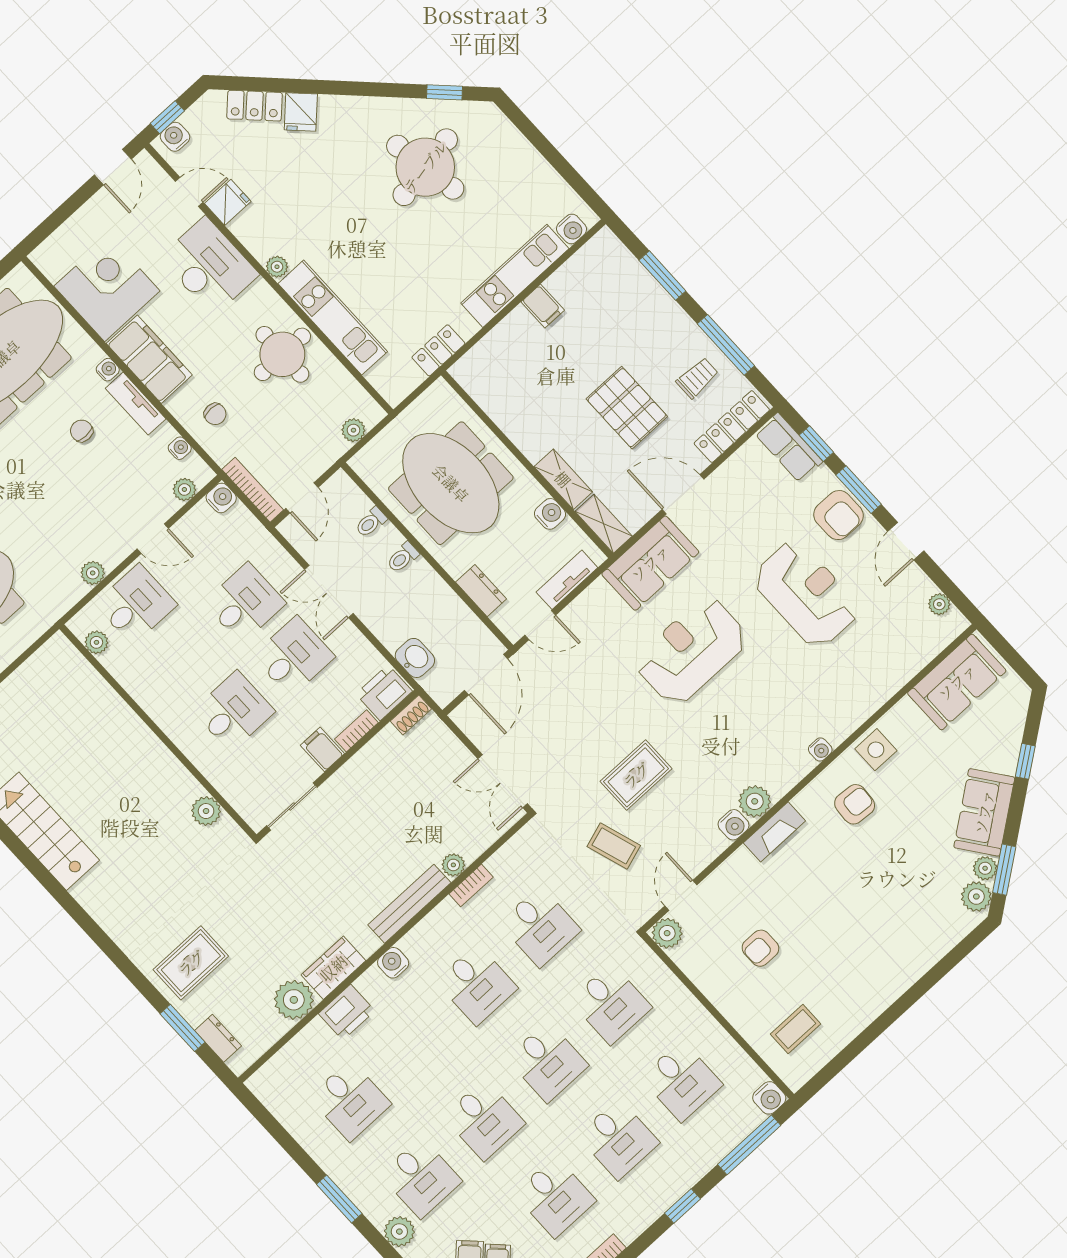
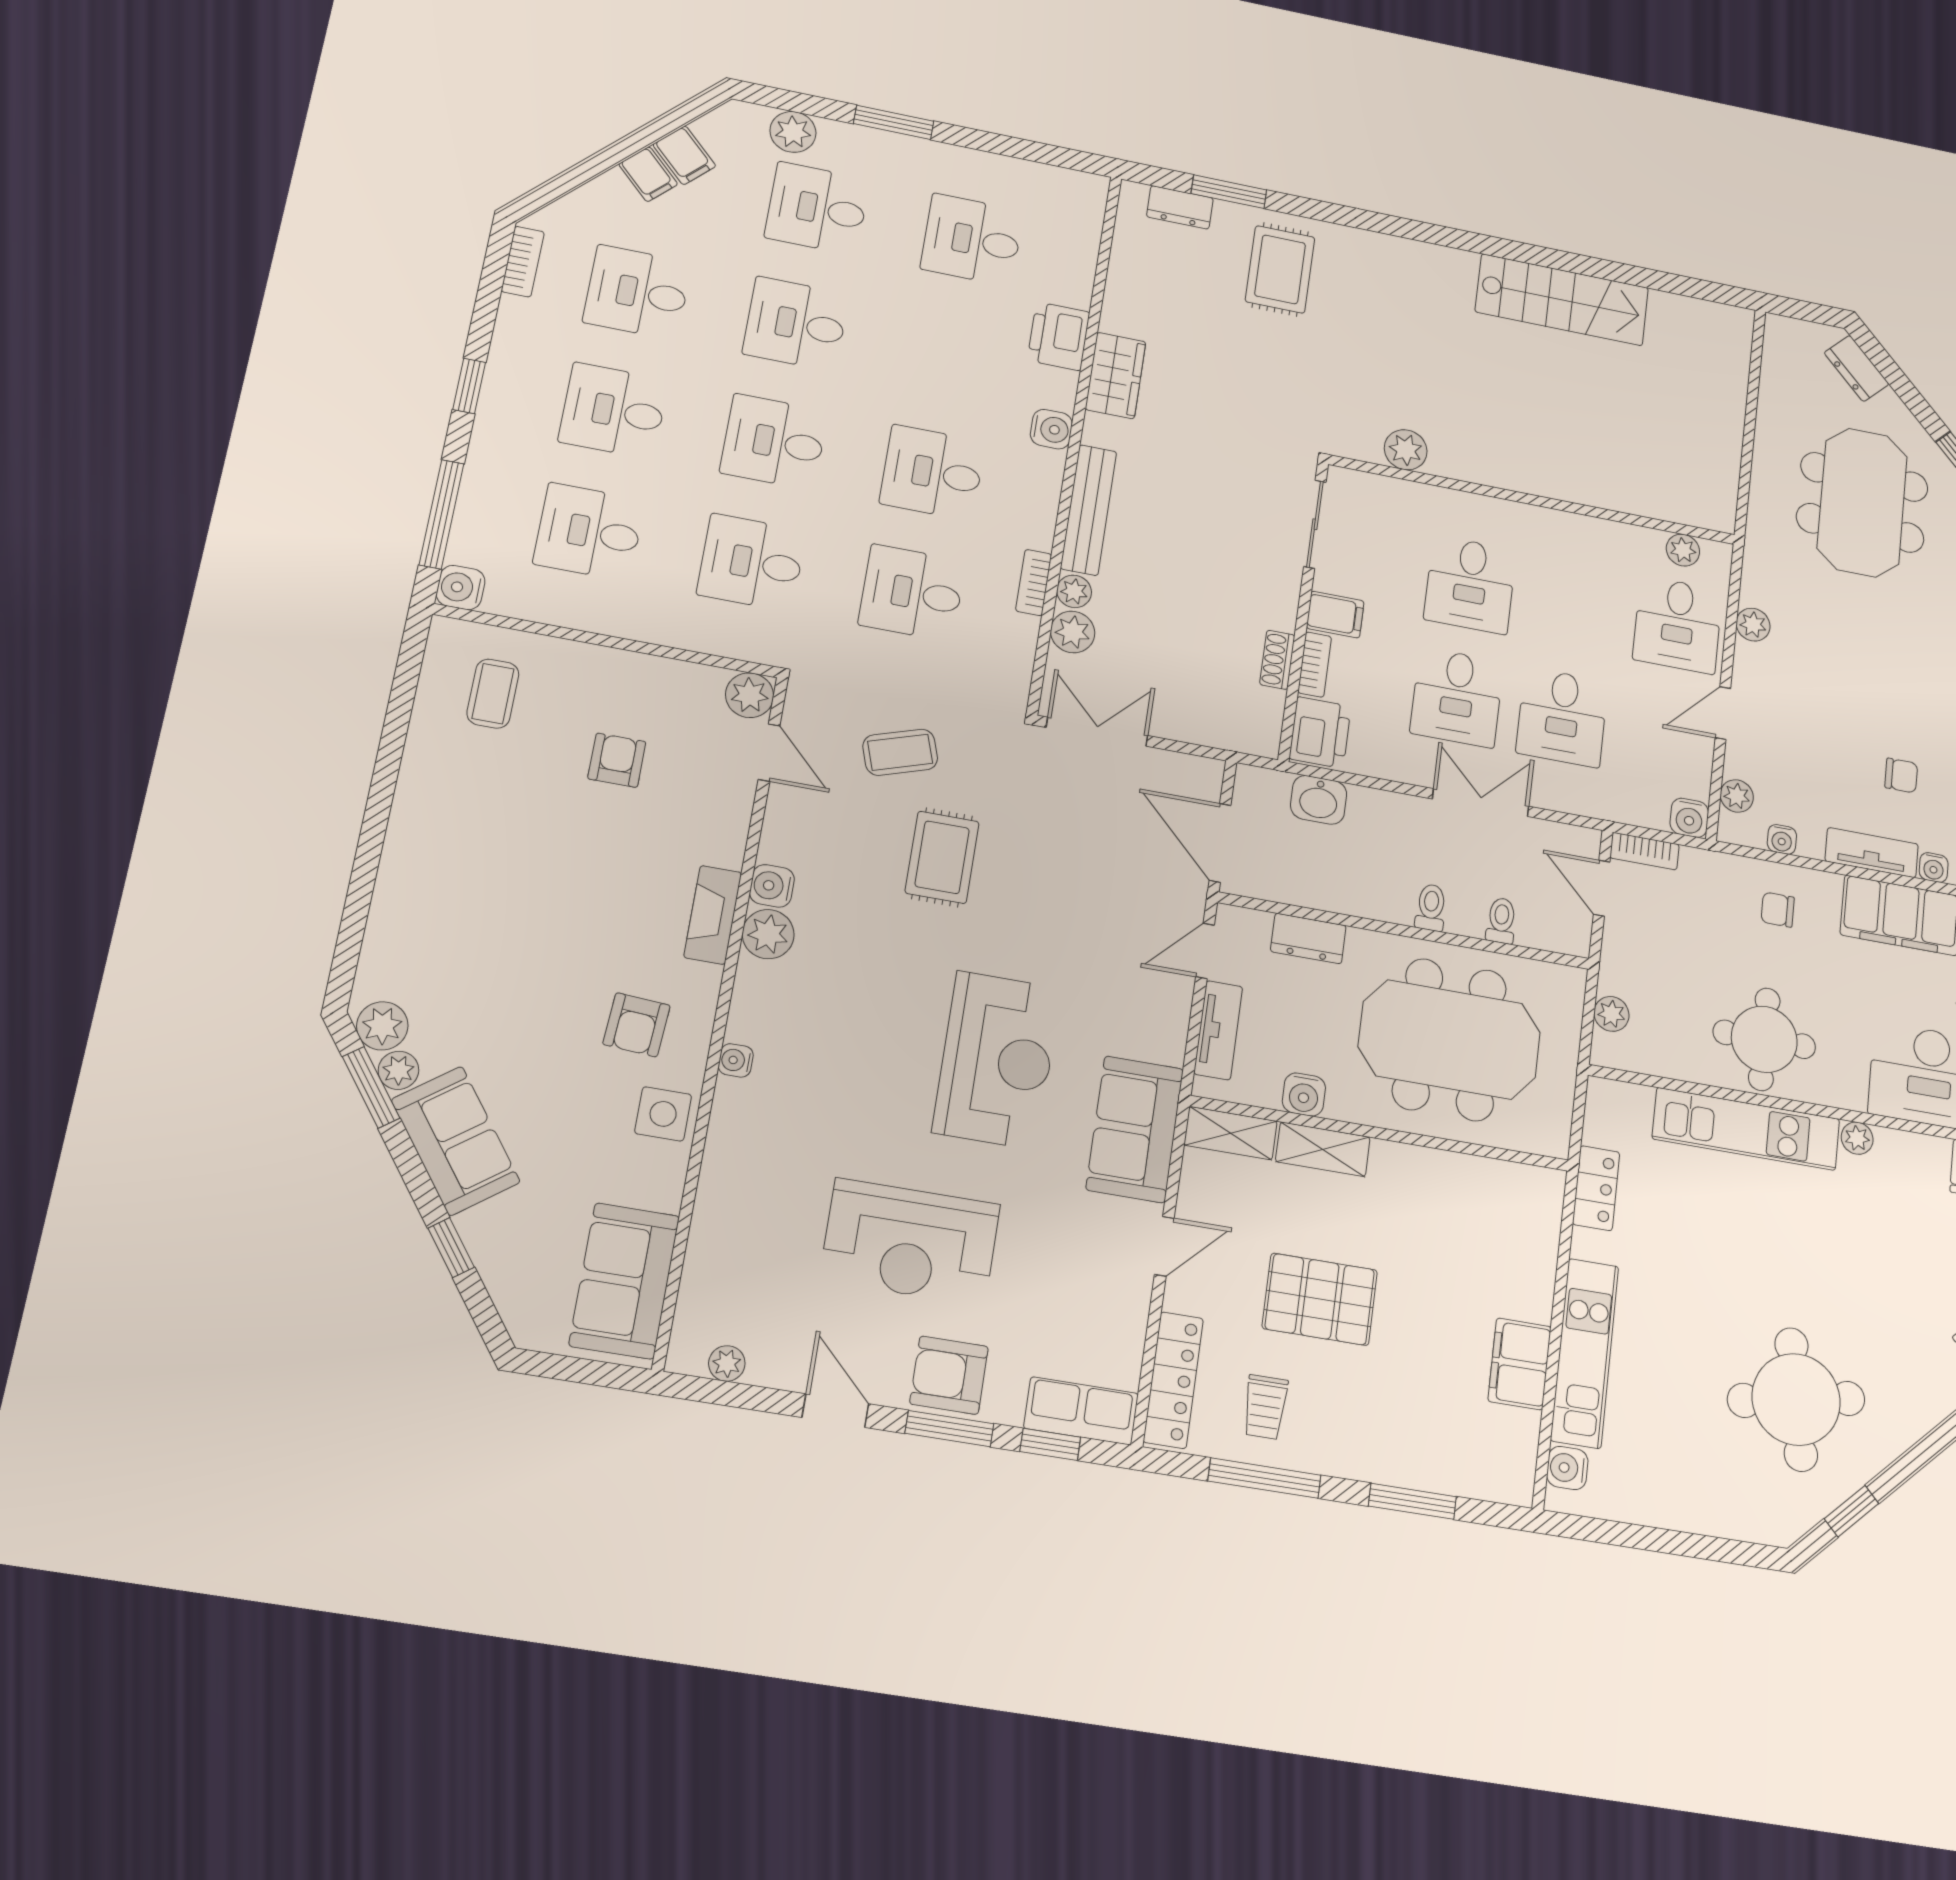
filing cabinet: (543, 306) -> (1520, 1364), width x2.00
bookcase: (253, 490) -> (1645, 851), width x0.64
door: (683, 494) -> (1164, 1246), width x0.73
shoe rack: (411, 715) -> (1277, 660), moved
plant: (294, 1000) -> (1073, 632), moved, width x0.73, depth x0.73

